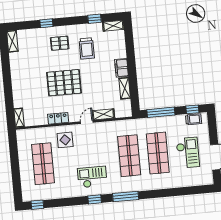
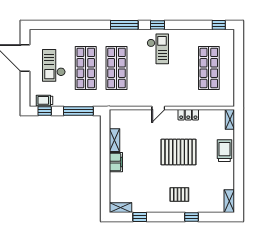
trolley: (87, 48) -> (224, 151), moved
shelving: (103, 114) -> (140, 114), removed
display table: (65, 140) -> (183, 91), removed
checkout: (92, 177) -> (158, 49), turned -90

